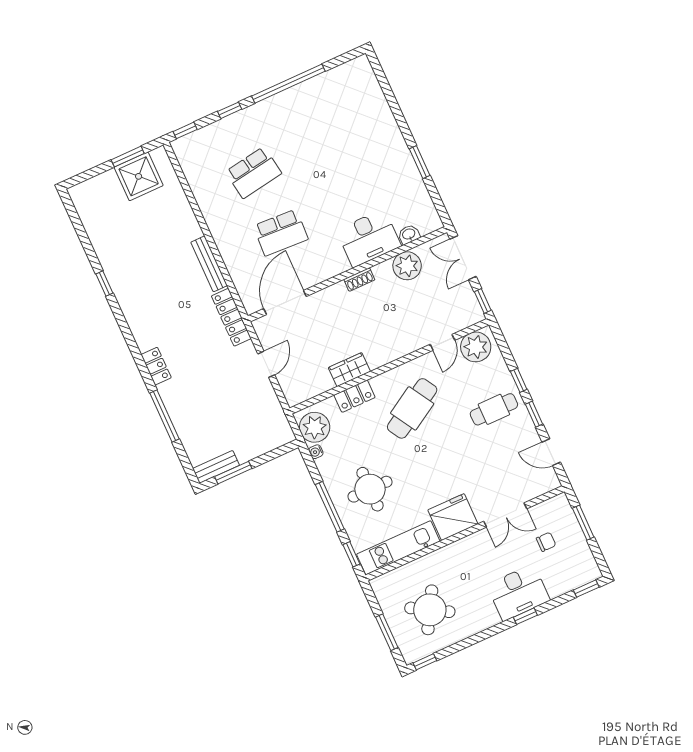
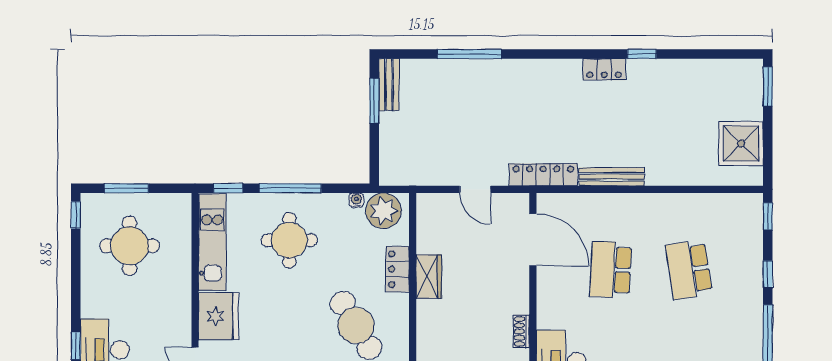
window: (128, 157) -> (768, 86), moved
locker: (156, 366) -> (604, 69), moved
round table: (430, 610) -> (130, 246), turned -30

